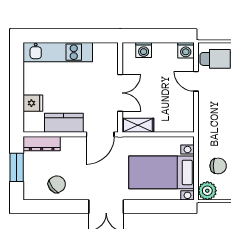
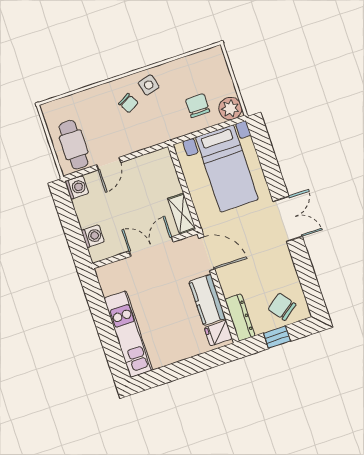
fridge: (33, 103) -> (218, 333), moved, turned -90
window: (17, 167) -> (277, 337), width x0.67
chair: (57, 184) -> (282, 307), moved

